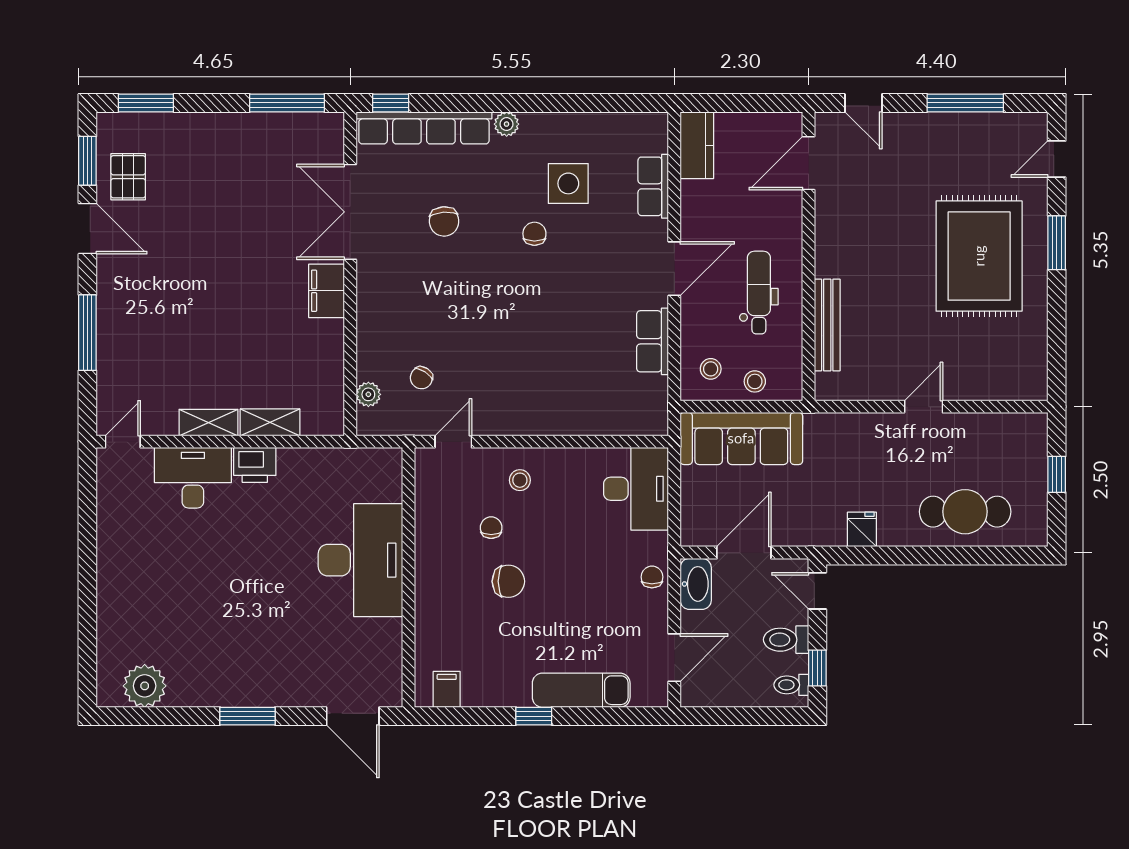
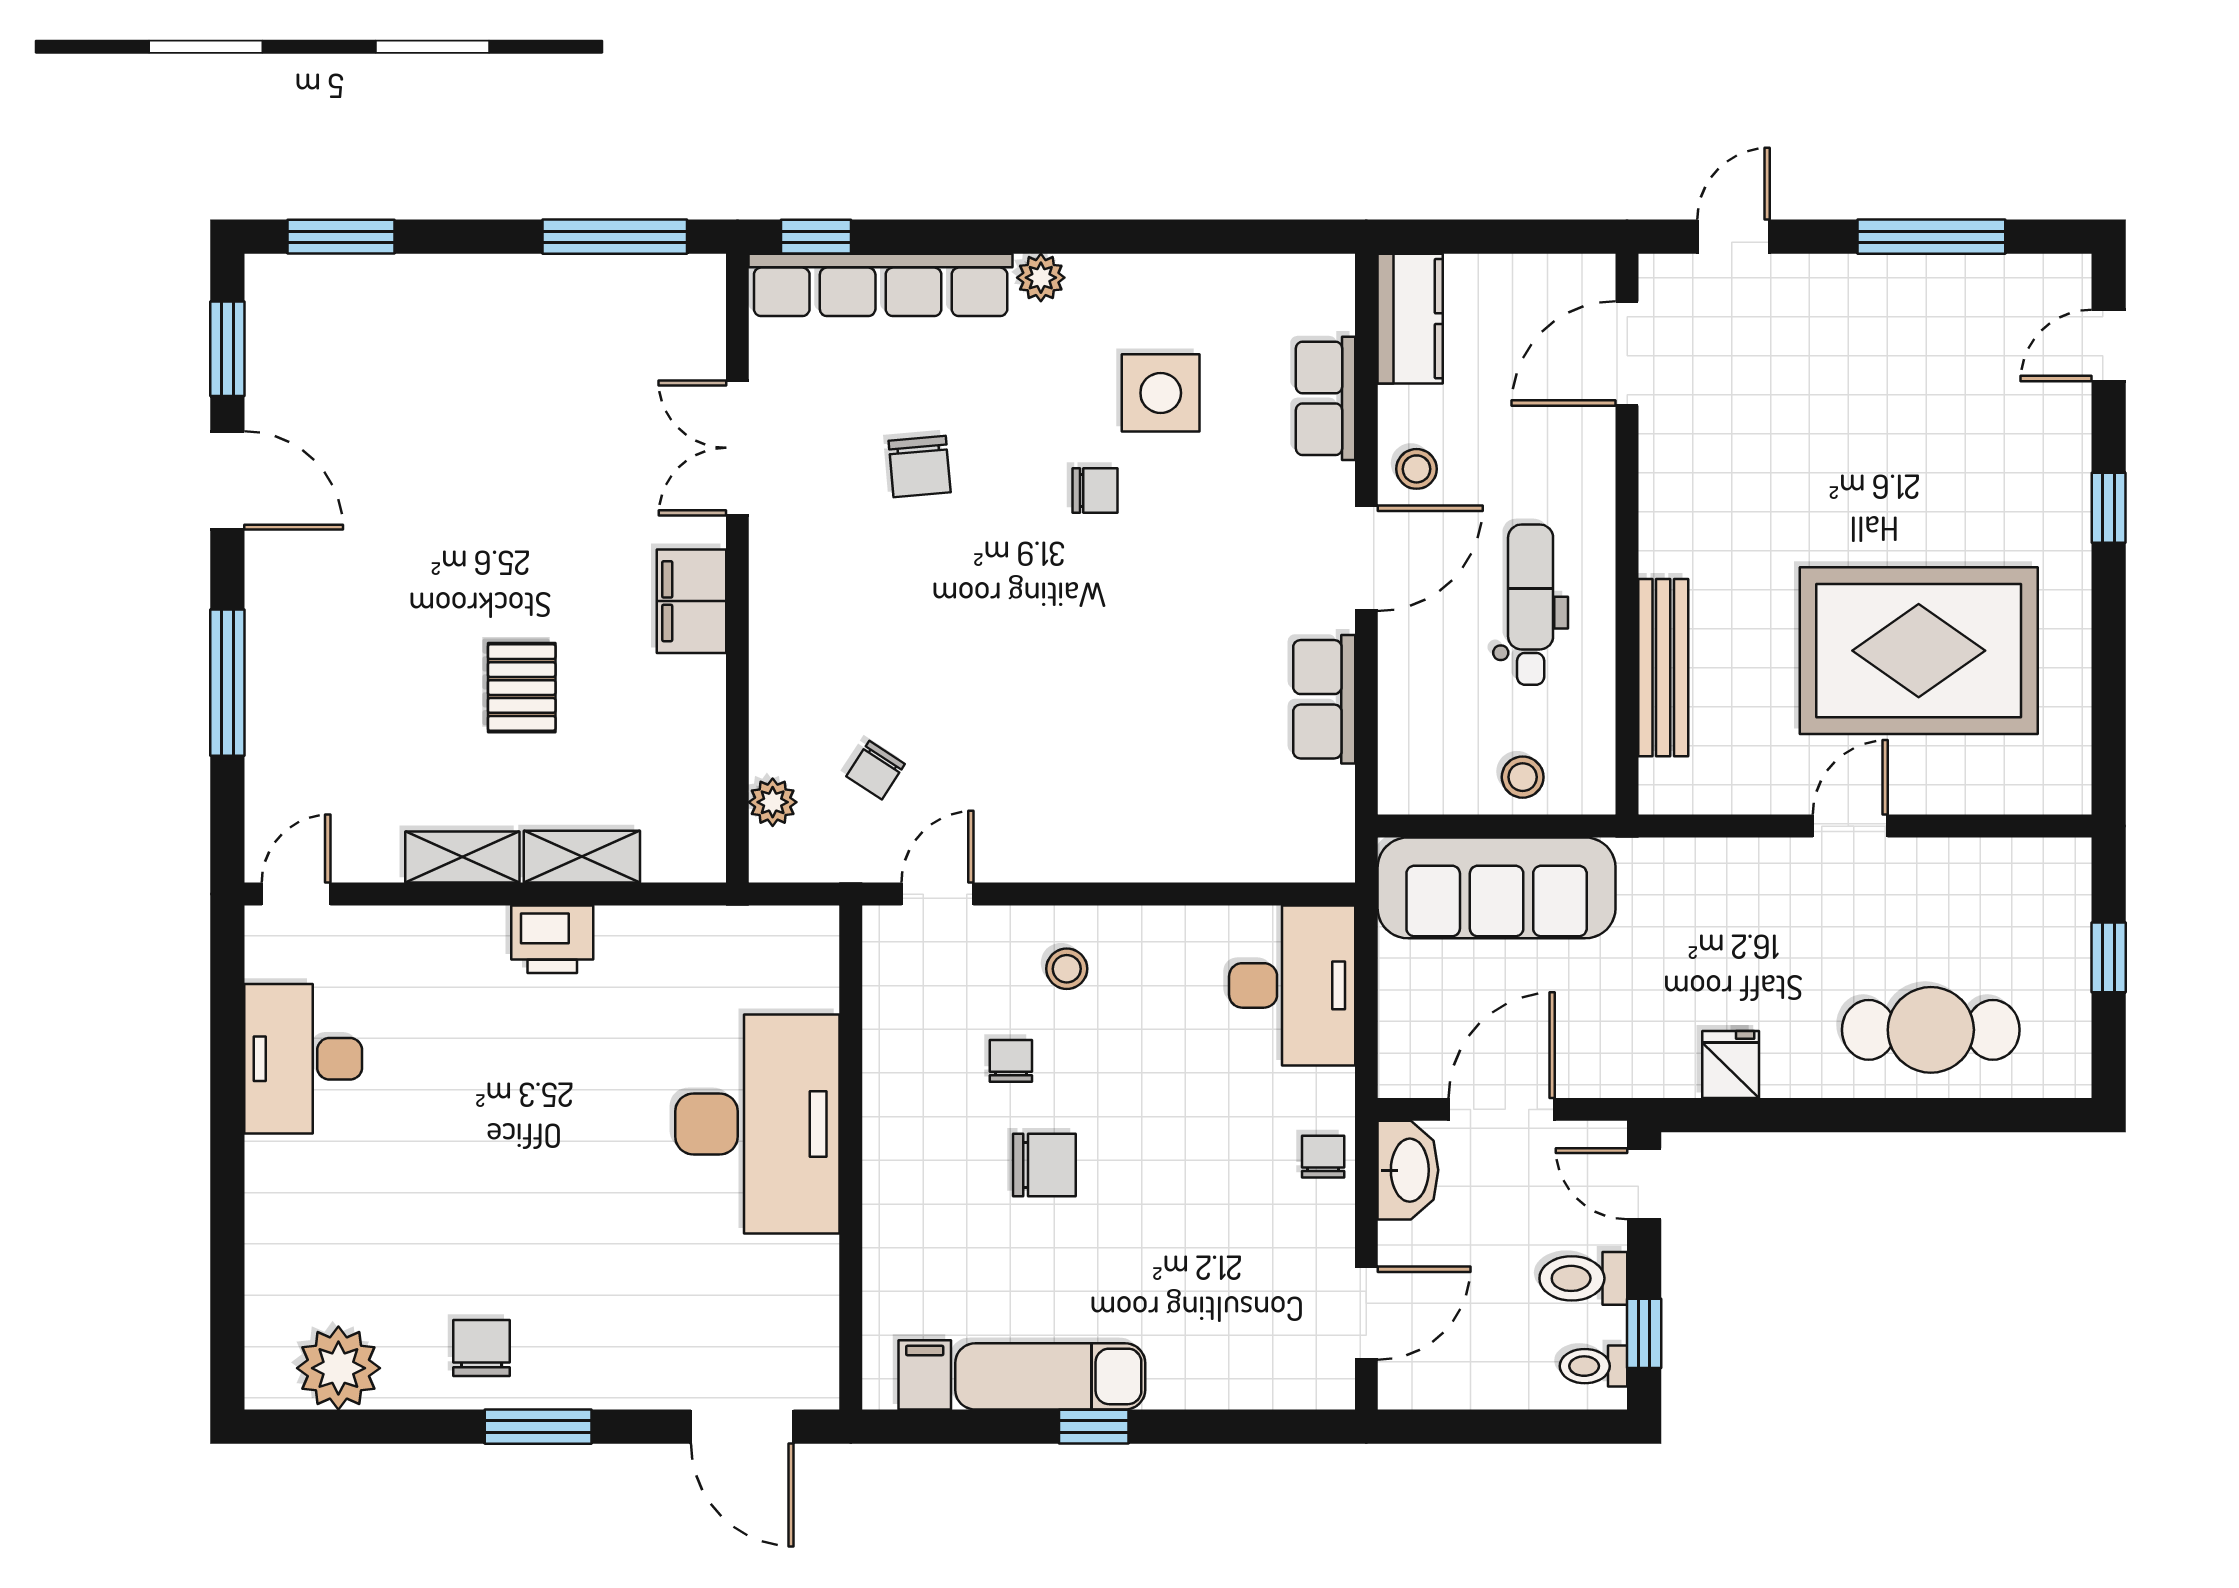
door: (863, 103) -> (1734, 237), swing flipped
pallet: (128, 177) -> (522, 688), moved
double door: (350, 212) -> (737, 448), width x0.73
chair: (534, 234) -> (1095, 490), turned 90
window: (1057, 243) -> (2109, 508), width x0.67
rug: (979, 256) -> (1919, 651), moved, turned 90
stool: (711, 369) -> (1416, 469), moved
desk: (193, 478) -> (303, 1059), moved, turned -90
chair: (218, 676) -> (482, 1348), added
exam couch: (581, 690) -> (1050, 1376), moved

